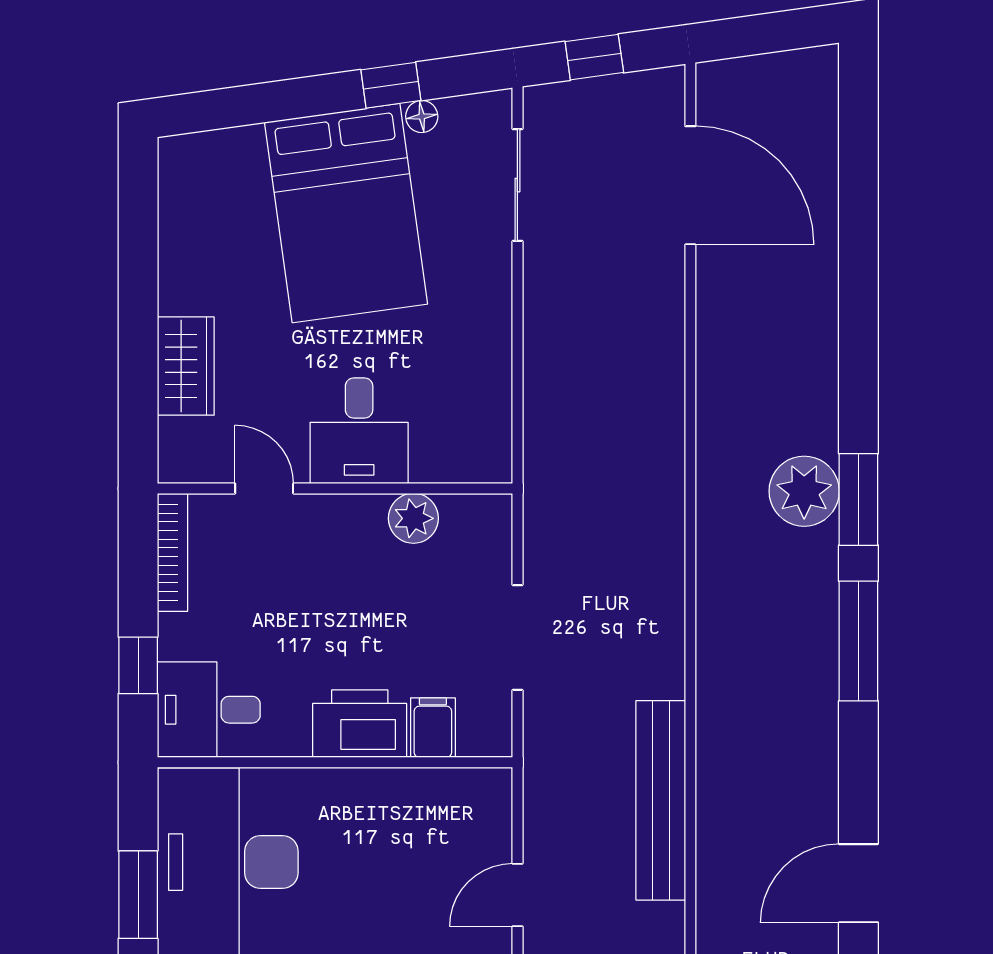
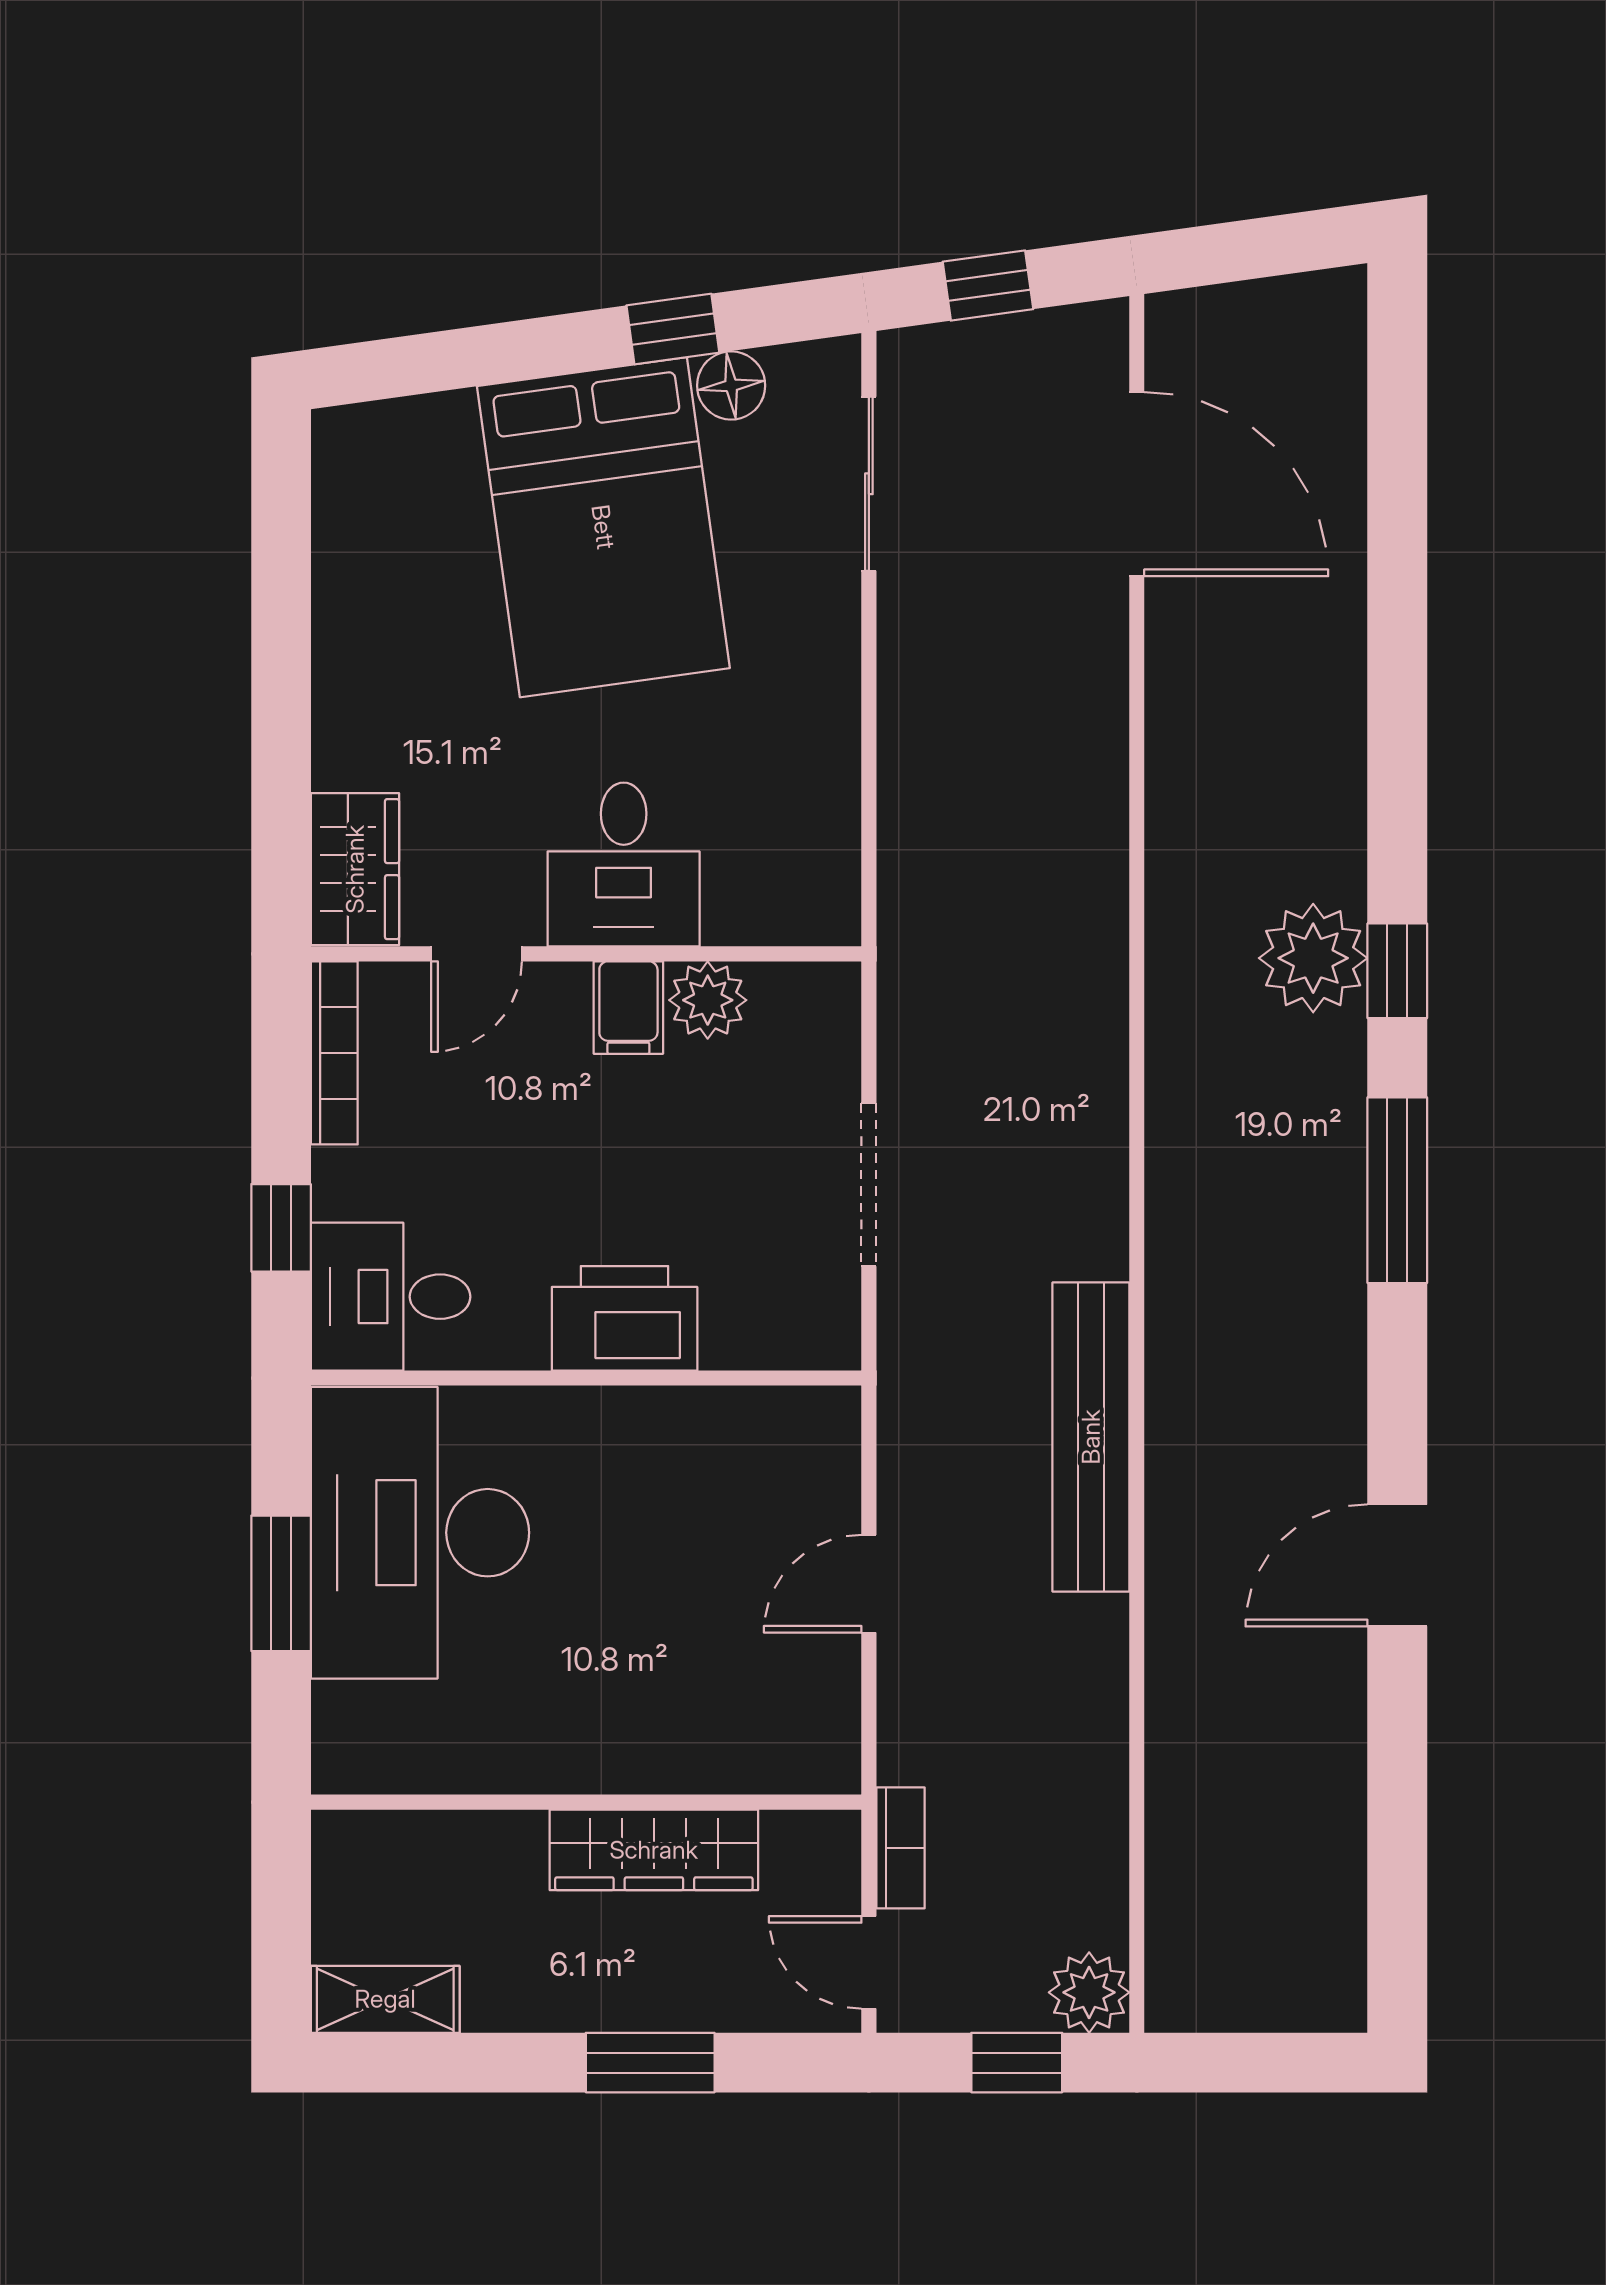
floor lamp: (422, 117) -> (731, 385), width x1.37, depth x1.37
wardrobe: (186, 366) -> (355, 869), moved
door: (264, 488) -> (477, 954), swing flipped
window: (858, 499) -> (1397, 971), width x0.67
filing cabinet: (433, 728) -> (628, 1008), moved, turned 180

